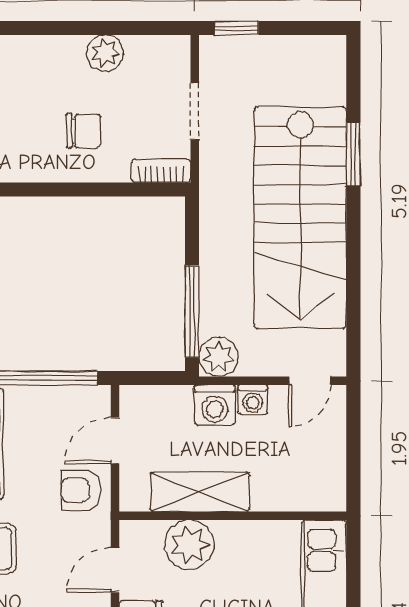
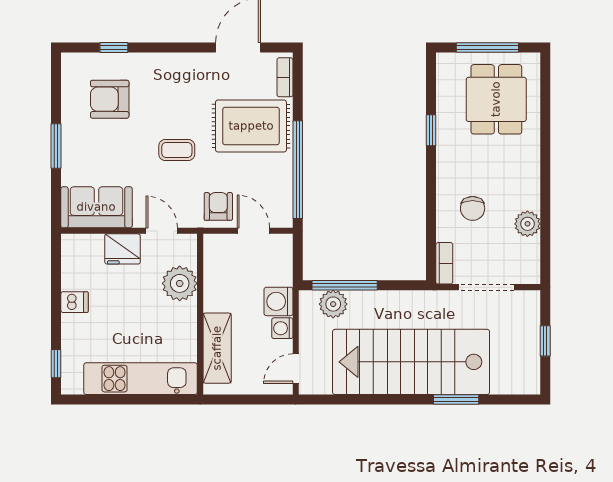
window: (236, 28) -> (545, 341), moved
doorway: (195, 111) -> (486, 287), width x1.38
plant: (219, 357) -> (333, 304), moved
door: (310, 381) -> (296, 369), hinge flipped
shelving: (200, 492) -> (217, 348), moved

